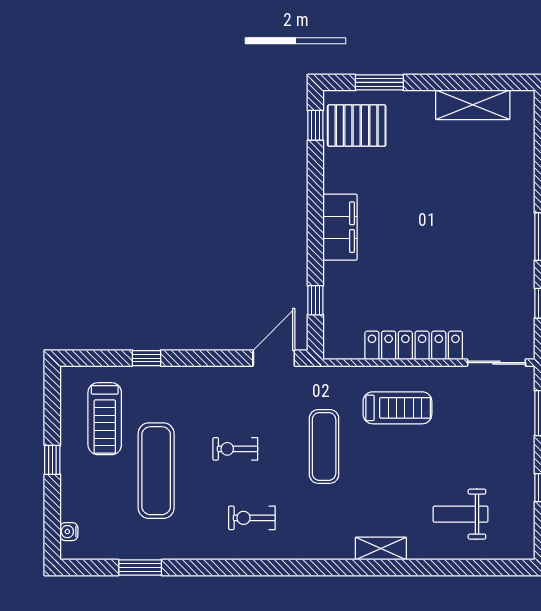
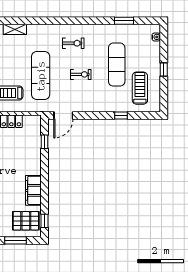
filing cabinet: (340, 227) -> (33, 190), moved
exercise mat: (324, 446) -> (41, 76), width x1.36, depth x1.45

